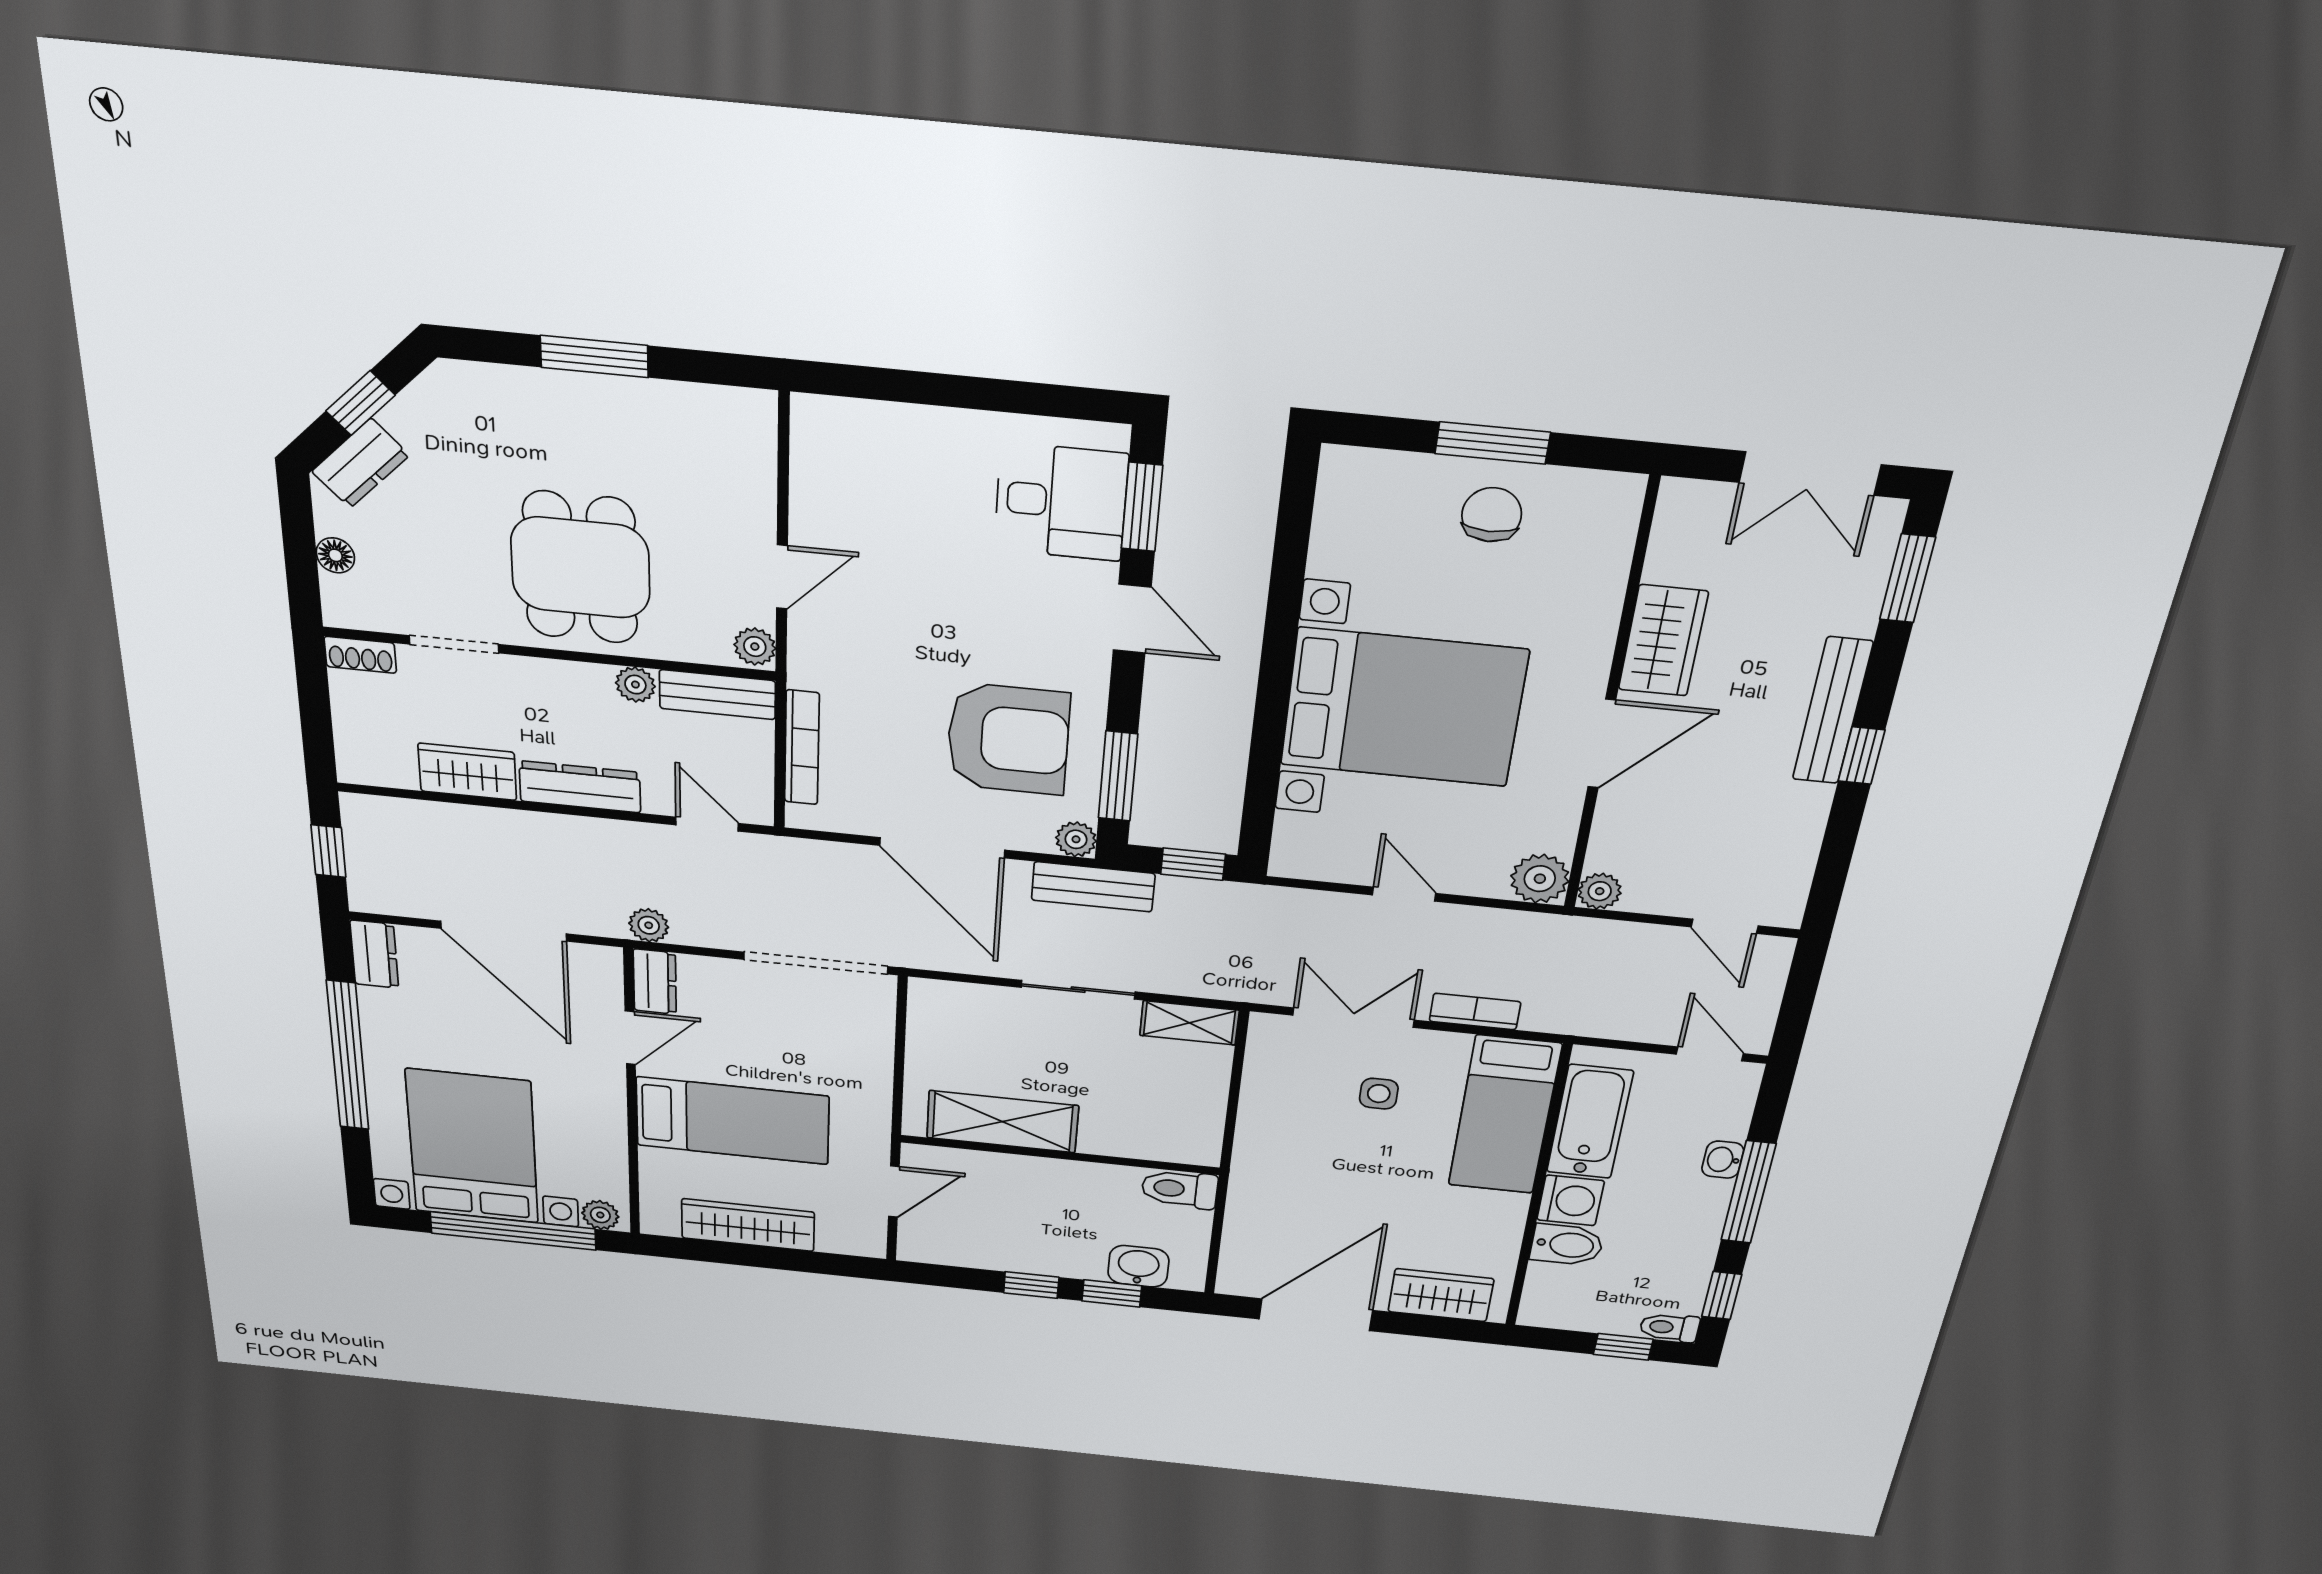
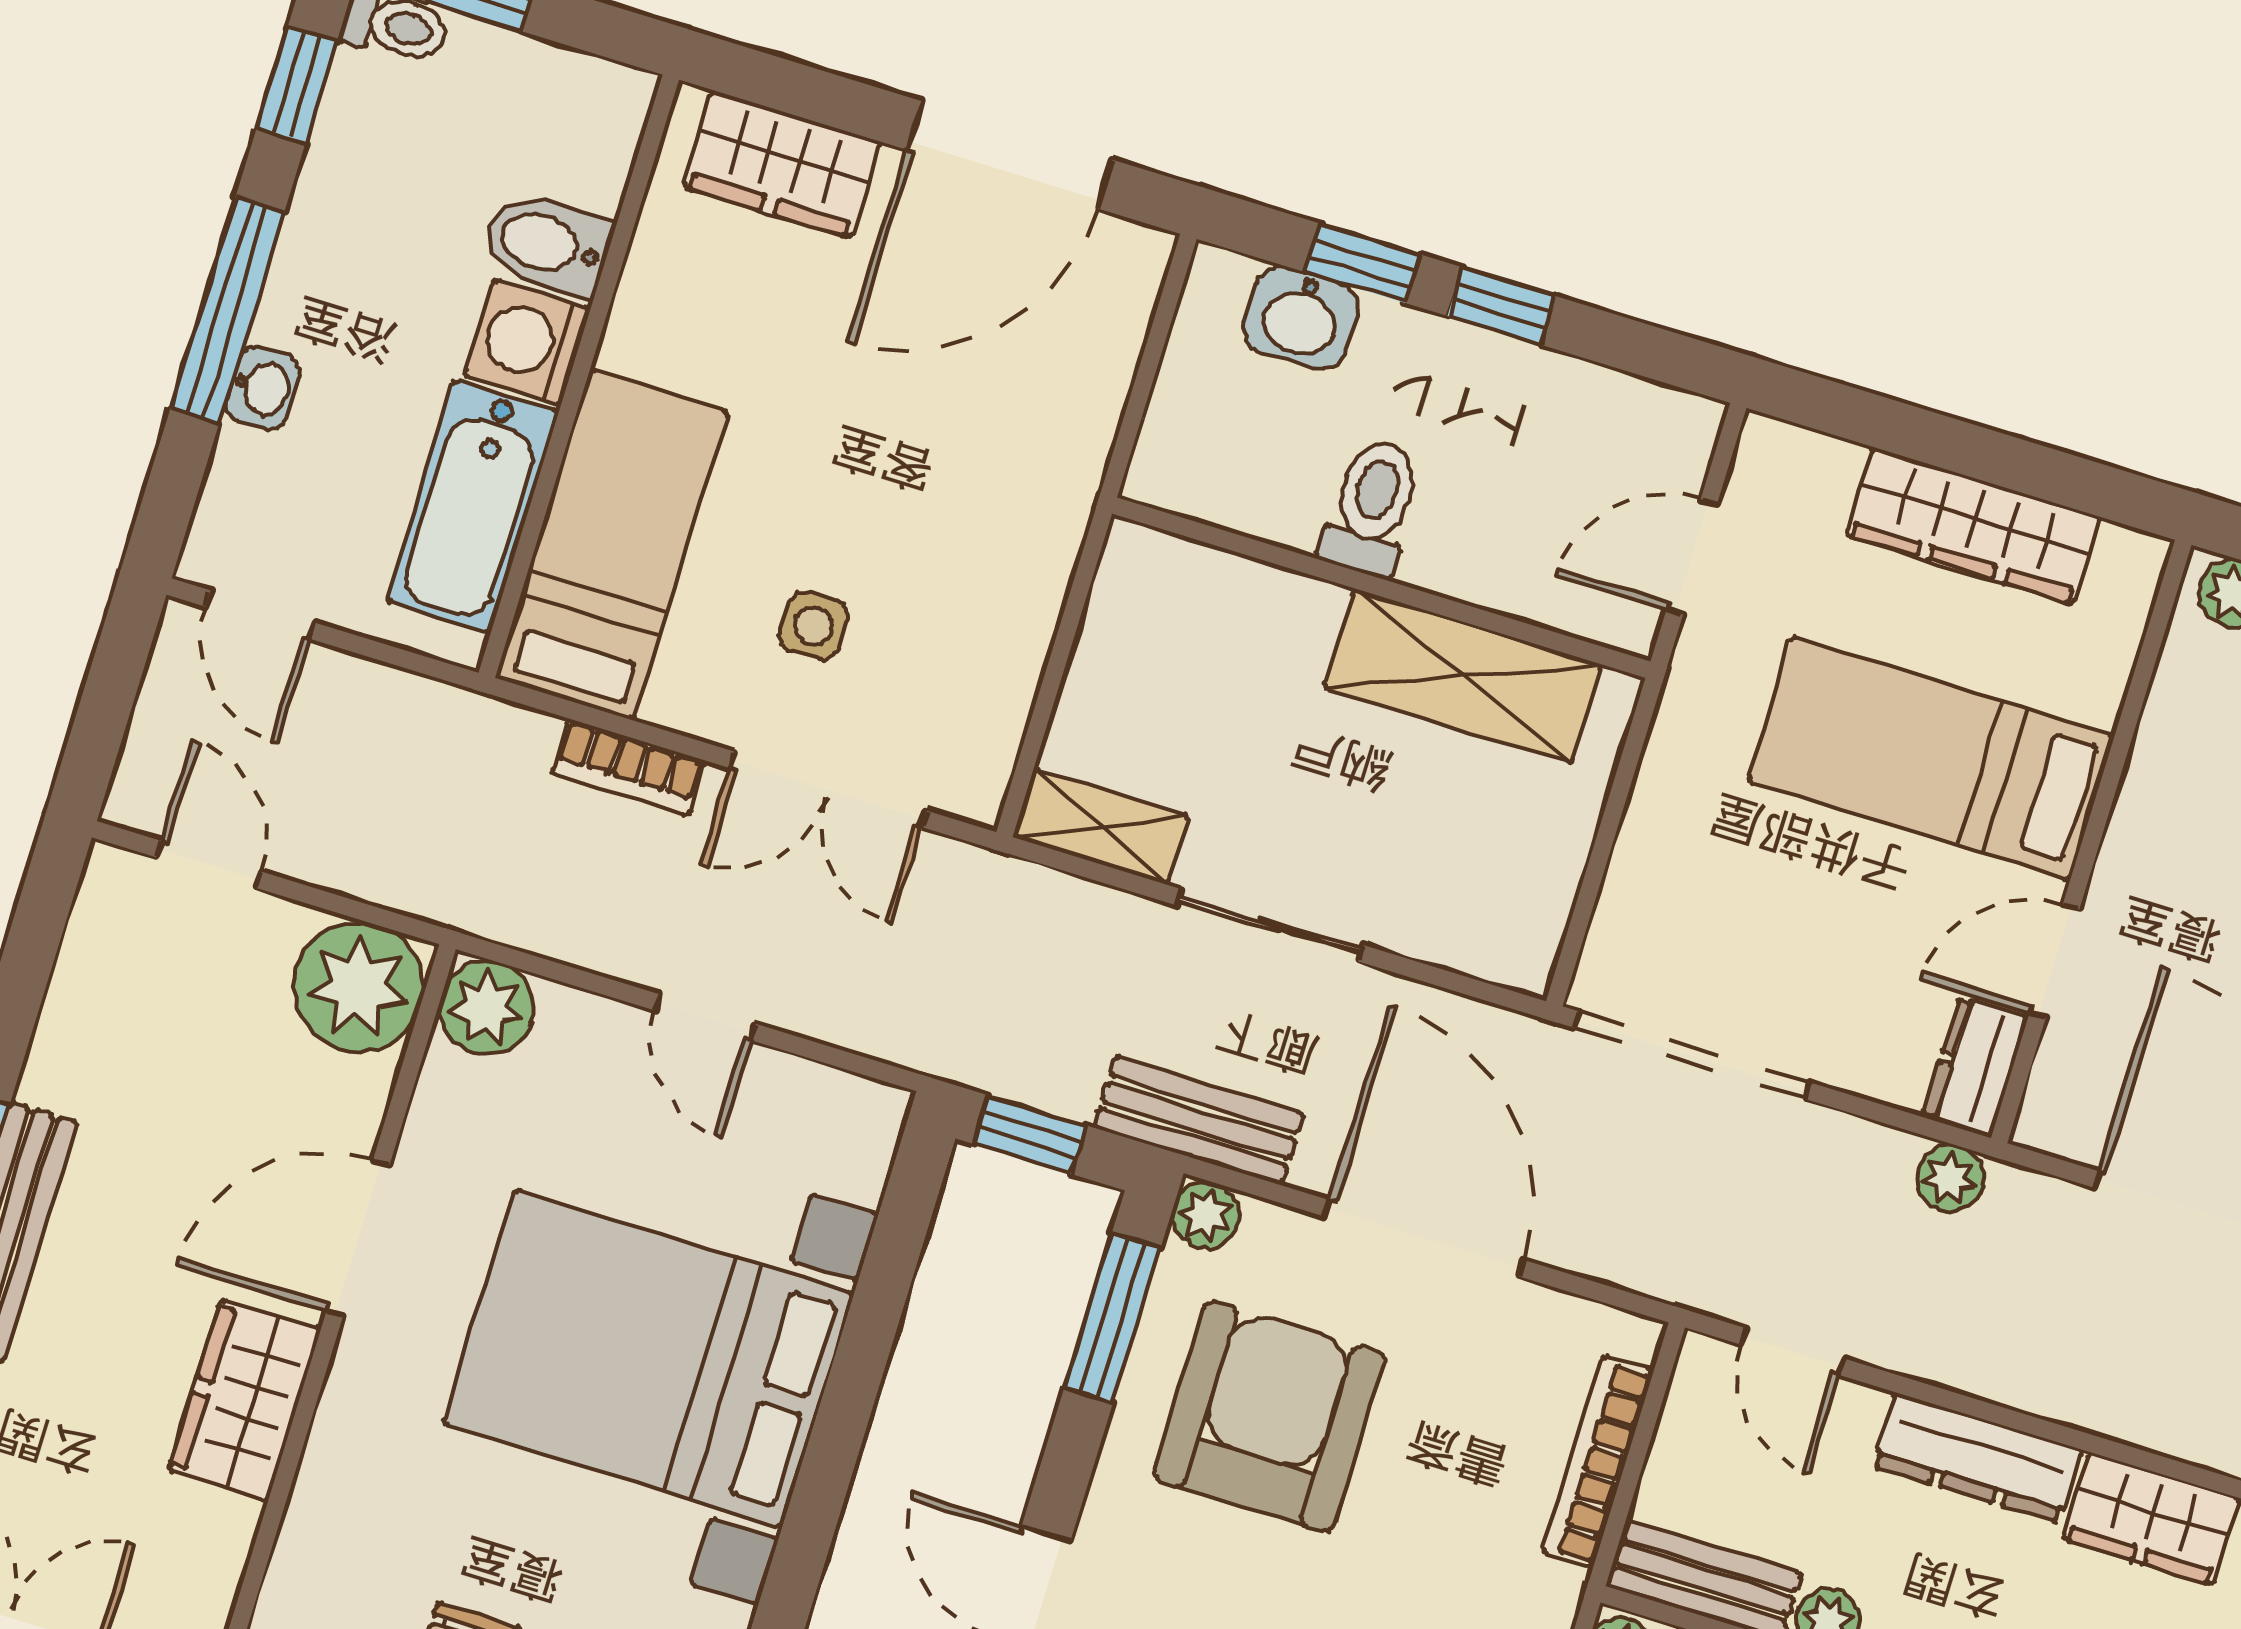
armchair: (1008, 739) -> (1269, 1416), turned 90
plant: (1600, 891) -> (359, 987), width x1.88, depth x1.88
toilet: (1180, 1189) -> (1372, 507), moved, turned -90

